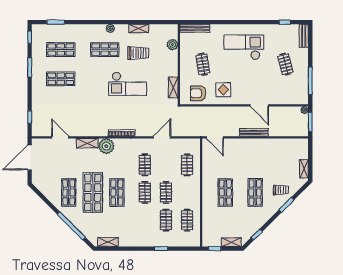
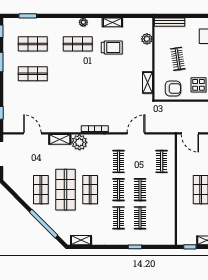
checkout: (127, 84) -> (101, 79), removed
armchair: (198, 93) -> (173, 88), turned 180
clothes rail: (187, 220) -> (119, 218), moved

